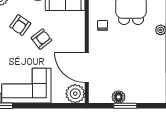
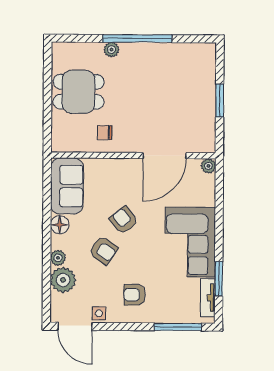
plant: (75, 94) -> (208, 166), width x0.53, depth x0.53
floor lamp: (119, 97) -> (207, 110), removed

